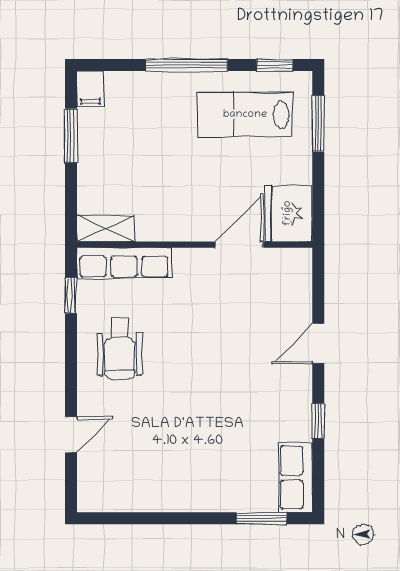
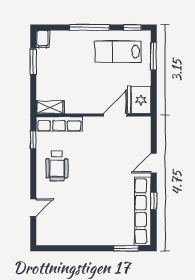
row of seats: (296, 477) -> (143, 211), width x2.02

